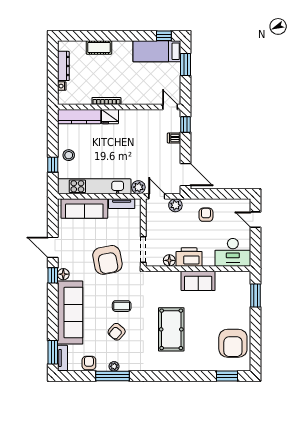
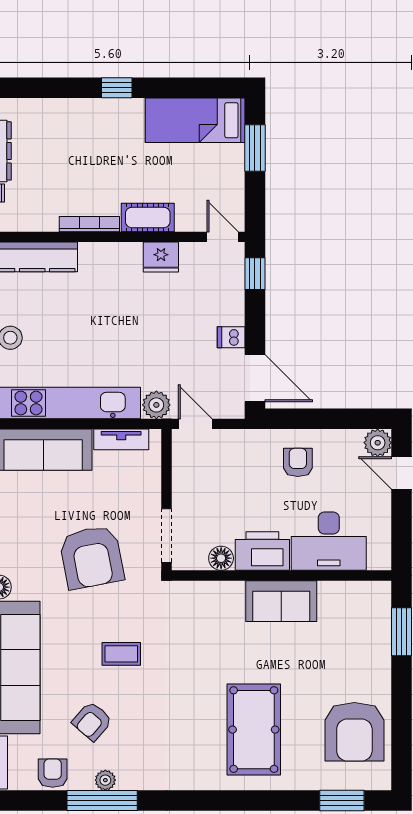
window: (164, 36) -> (117, 88), moved
cot: (99, 47) -> (148, 217), moved
fridge: (110, 117) -> (161, 257), moved
dishwasher: (174, 138) -> (231, 337), moved
plant: (175, 205) -> (378, 443), moved
desk: (233, 252) -> (329, 541), moved
pool table: (171, 329) -> (254, 730), moved
armchair: (117, 332) -> (92, 721), moved

